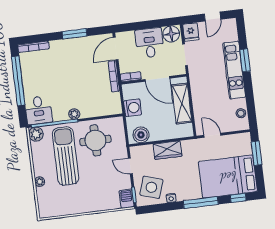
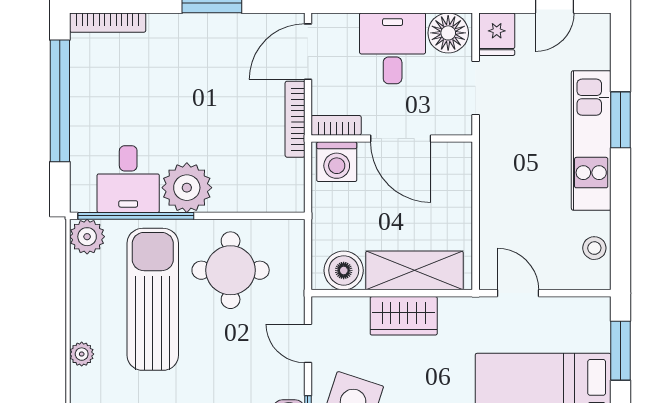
shelving: (182, 104) -> (414, 270), moved, turned 90
washing machine: (133, 108) -> (337, 162), moved, turned 90
desk: (39, 110) -> (128, 179), moved
plant: (74, 114) -> (187, 188), width x1.88, depth x1.88

